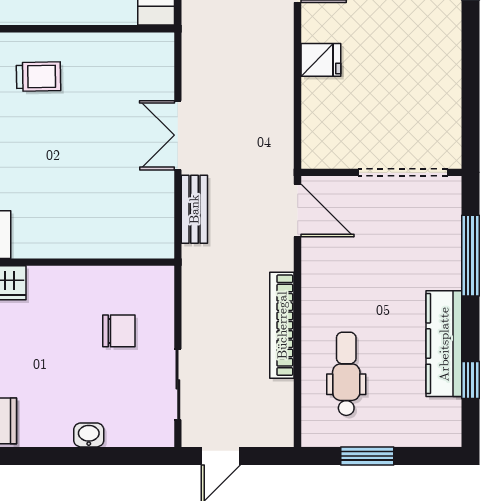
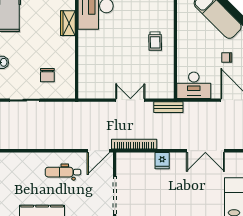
bench: (194, 209) -> (168, 107), moved
bookcase: (282, 325) -> (134, 144), moved
dental chair: (346, 374) -> (63, 172), moved, turned 180

